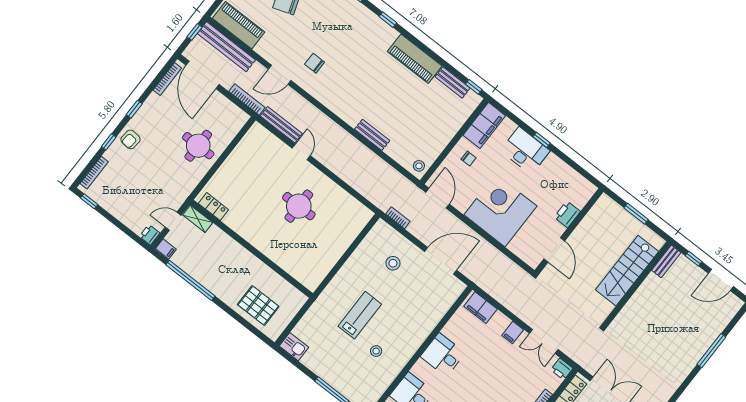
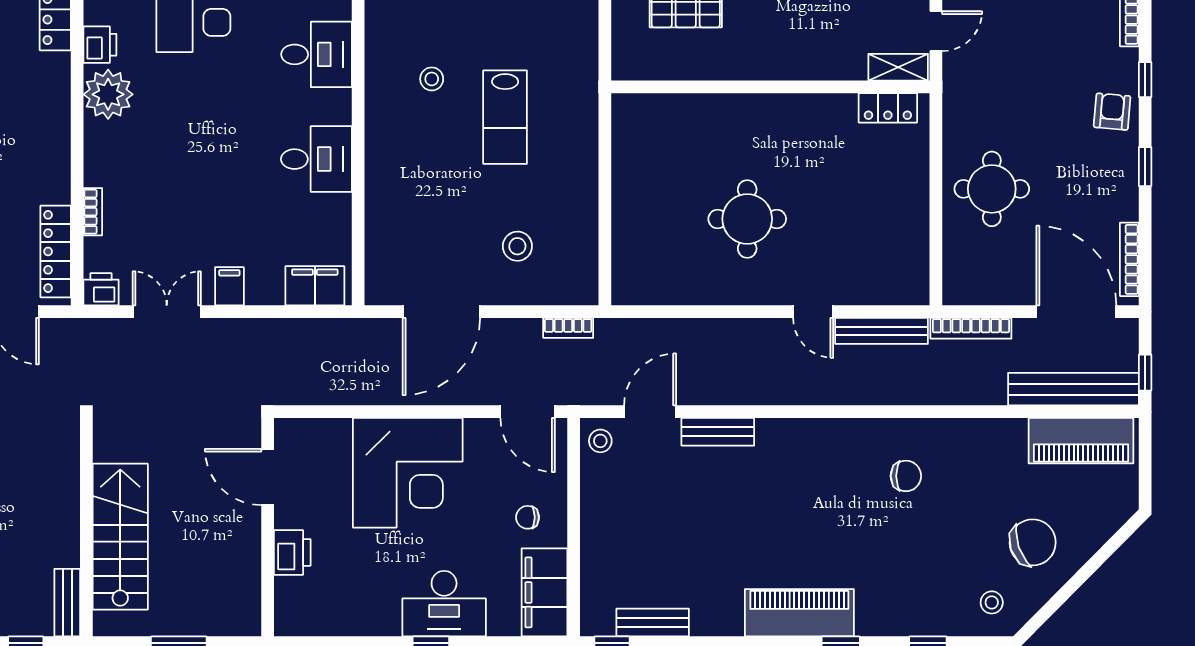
piano: (415, 59) -> (799, 613), moved
door: (280, 75) -> (650, 412), moved

